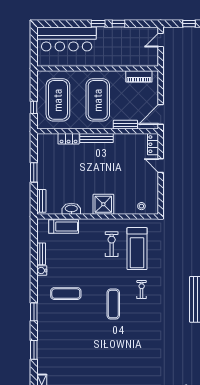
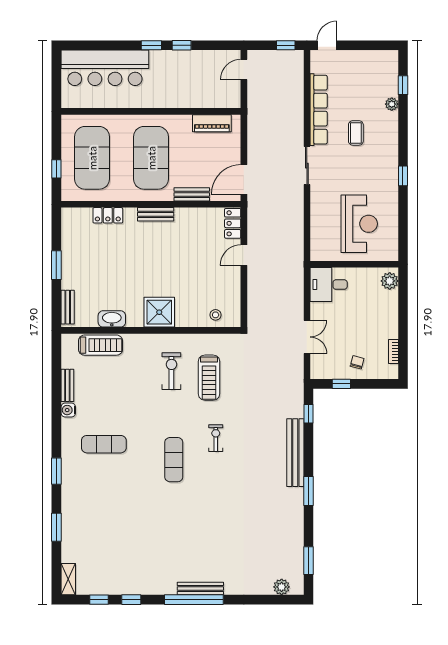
bench: (97, 138) -> (156, 214), width x0.73
door: (161, 166) -> (244, 255), hinge flipped
treadmill: (137, 249) -> (209, 378), width x0.73, depth x0.73

